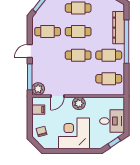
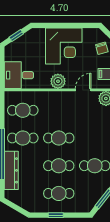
desk: (112, 121) -> (19, 75), moved

